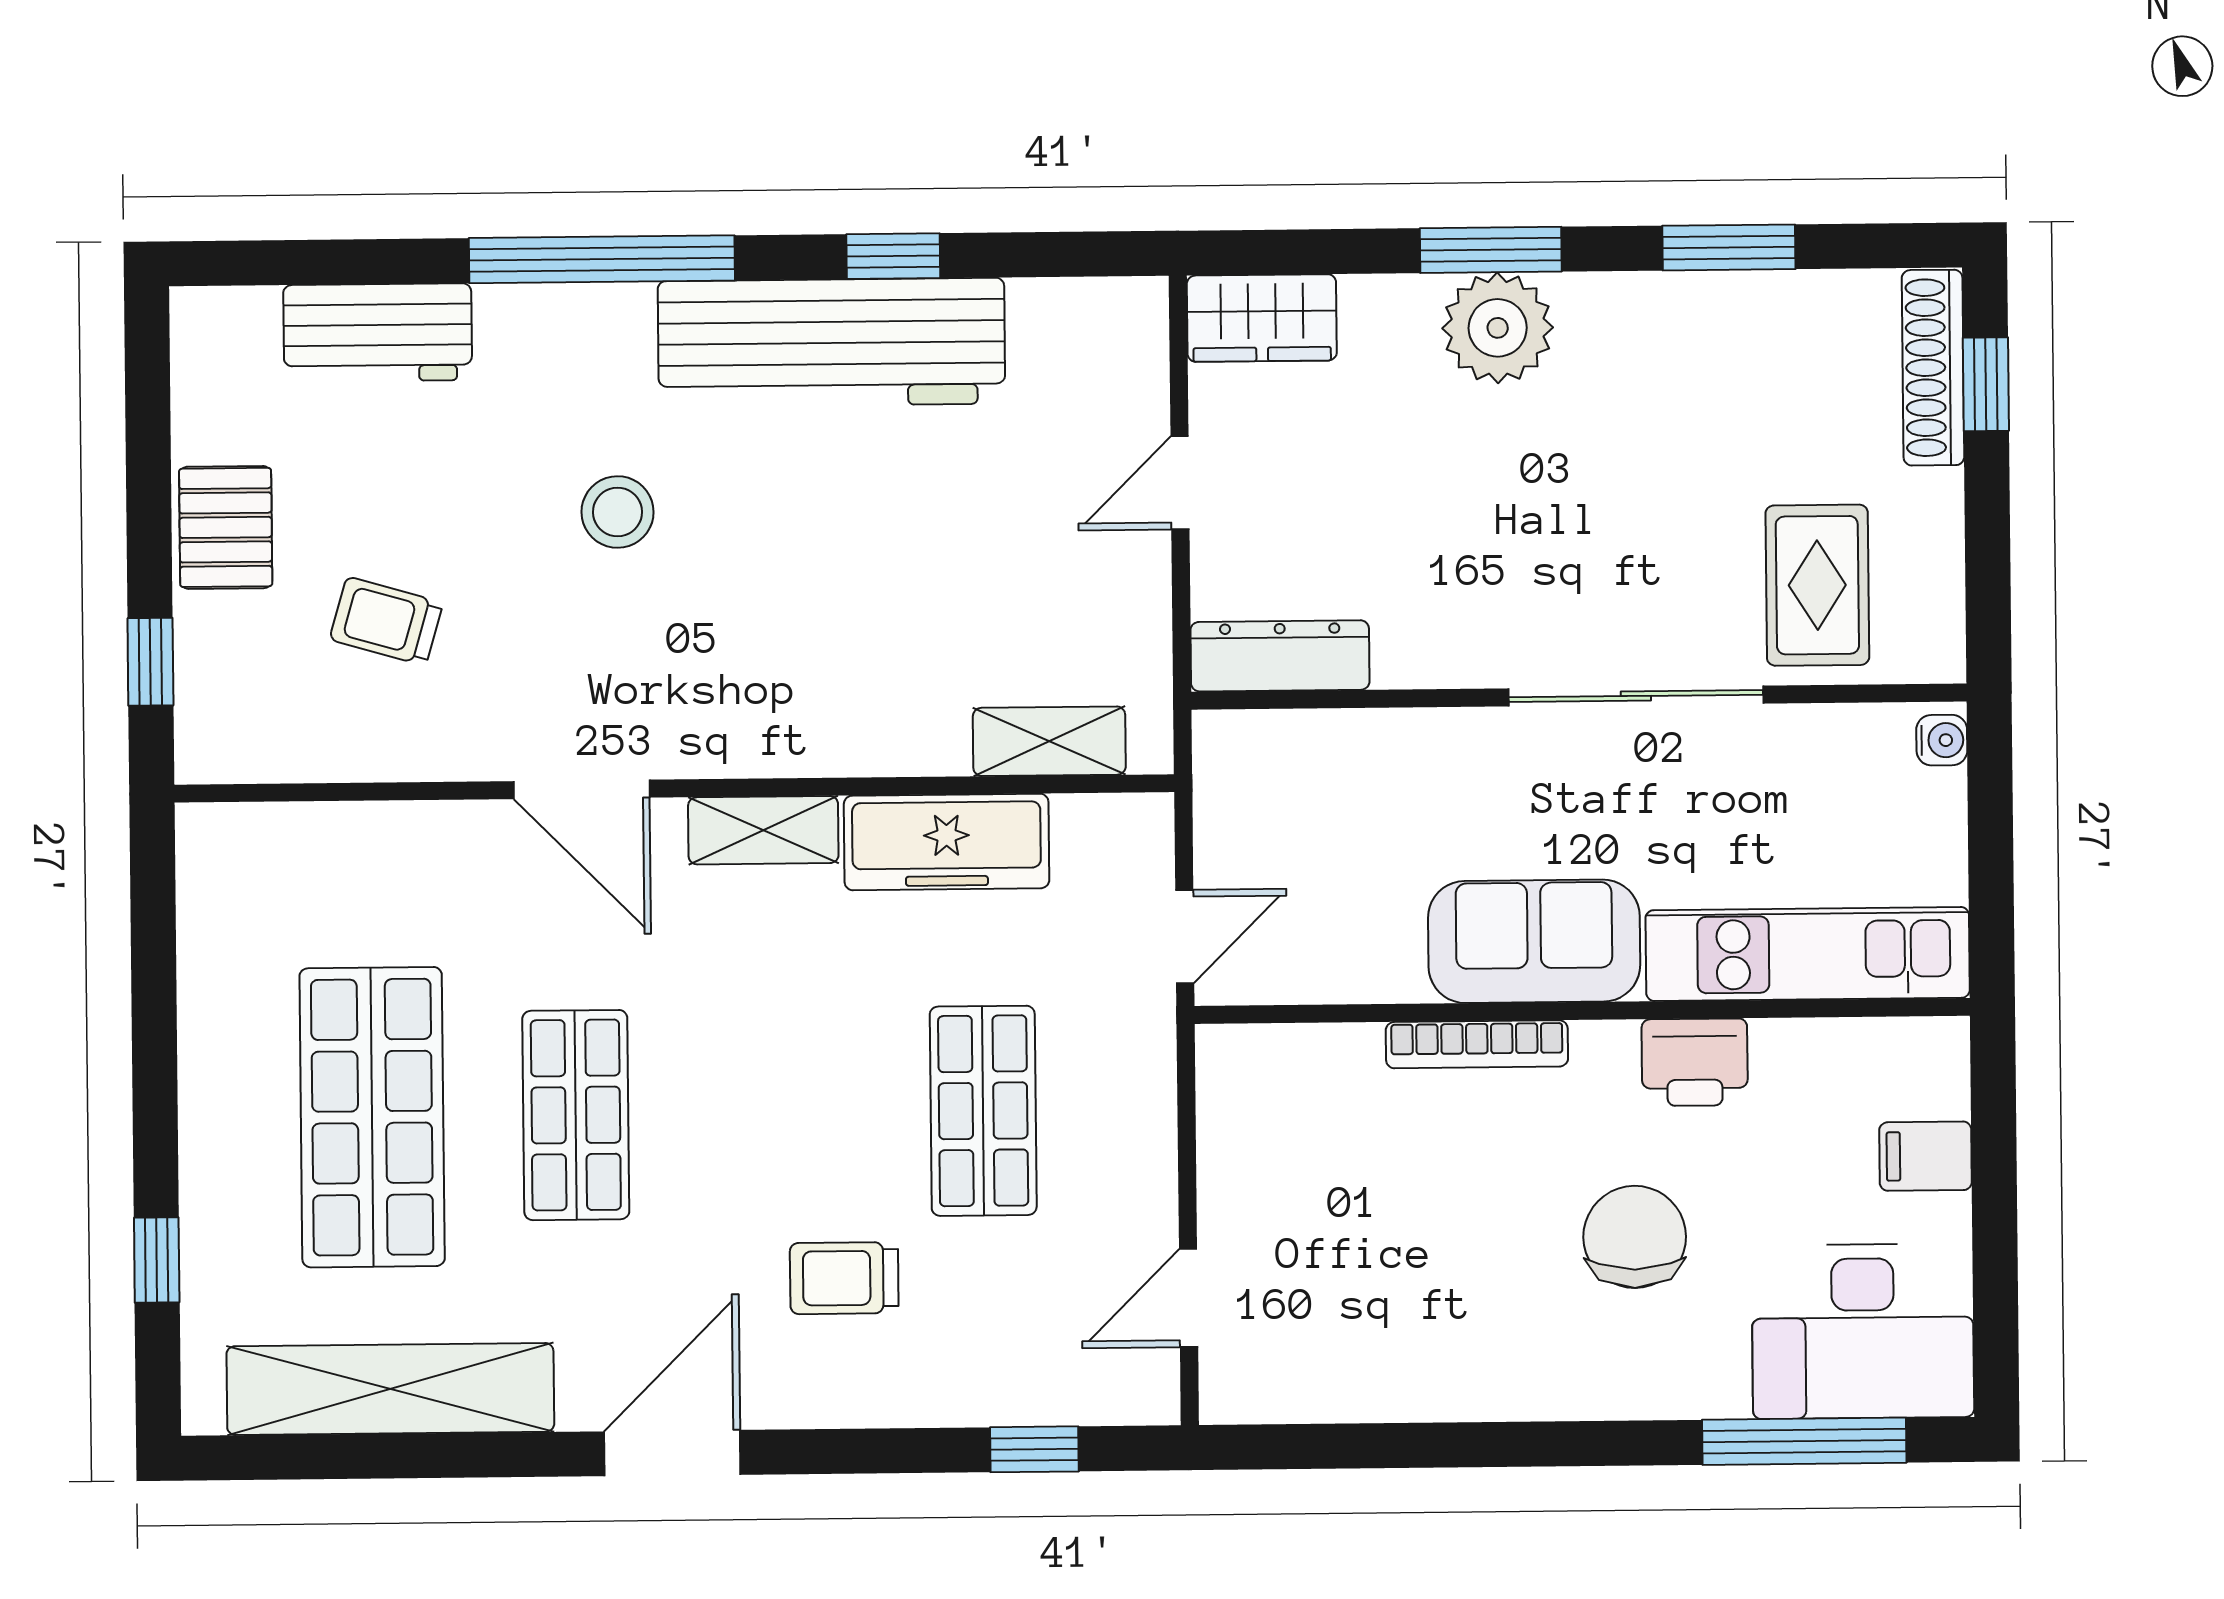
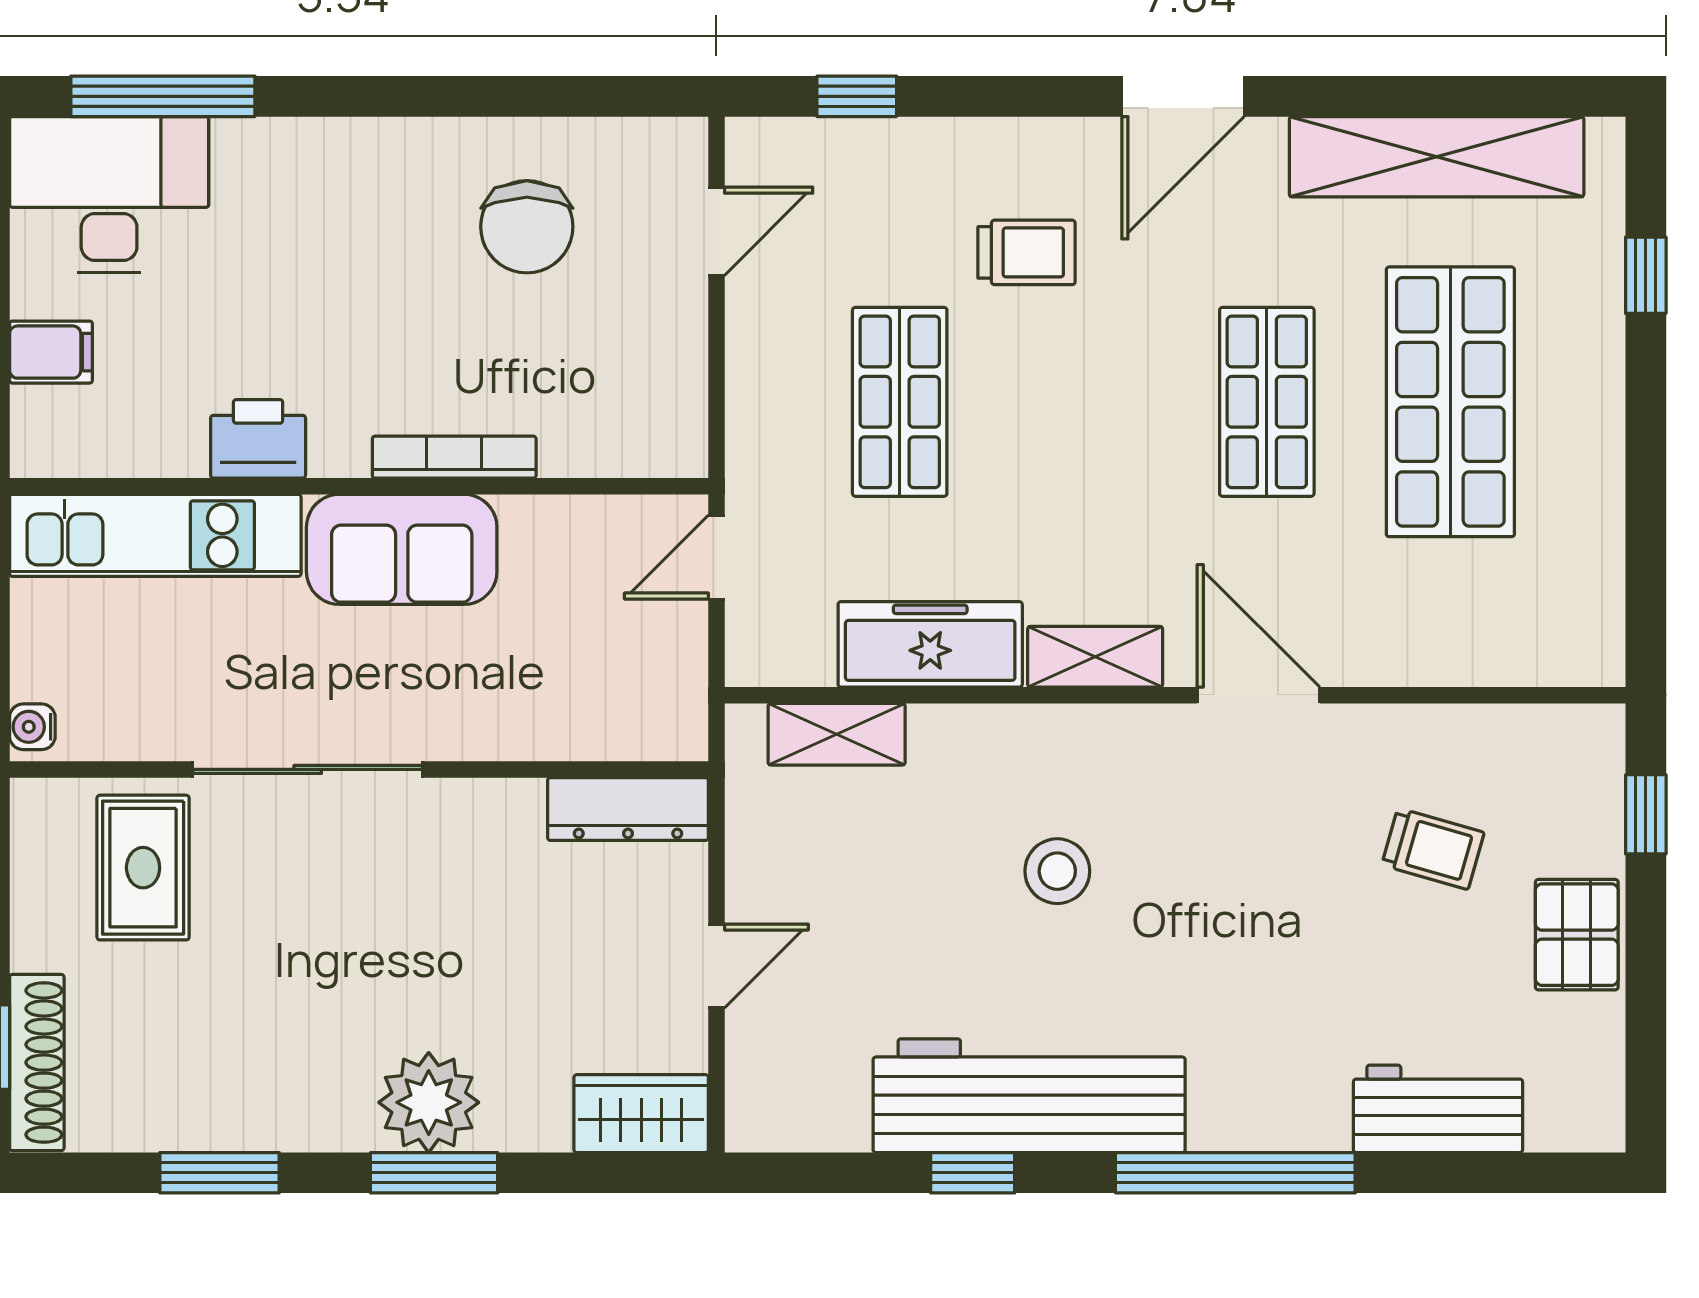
stool: (618, 512) -> (1057, 871), moved
chair: (1635, 1237) -> (527, 227), moved

